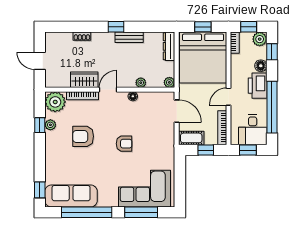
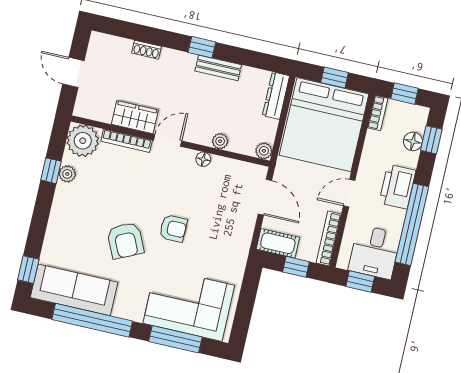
plant: (260, 39) -> (417, 116), removed
floor lamp: (261, 66) -> (413, 141), moved
armchair: (83, 136) -> (125, 241), moved, turned -115

